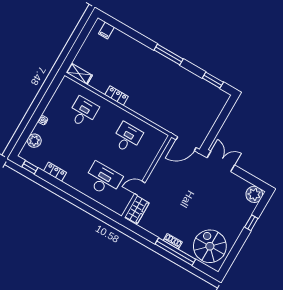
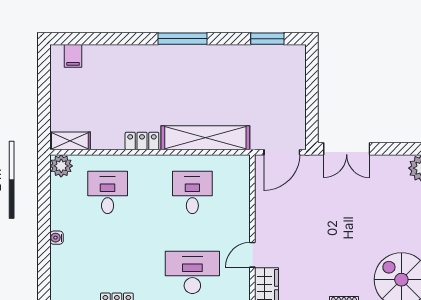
shelving: (151, 113) -> (205, 138), added
plant: (34, 141) -> (61, 166), moved
double door: (221, 161) -> (347, 149), swing flipped

